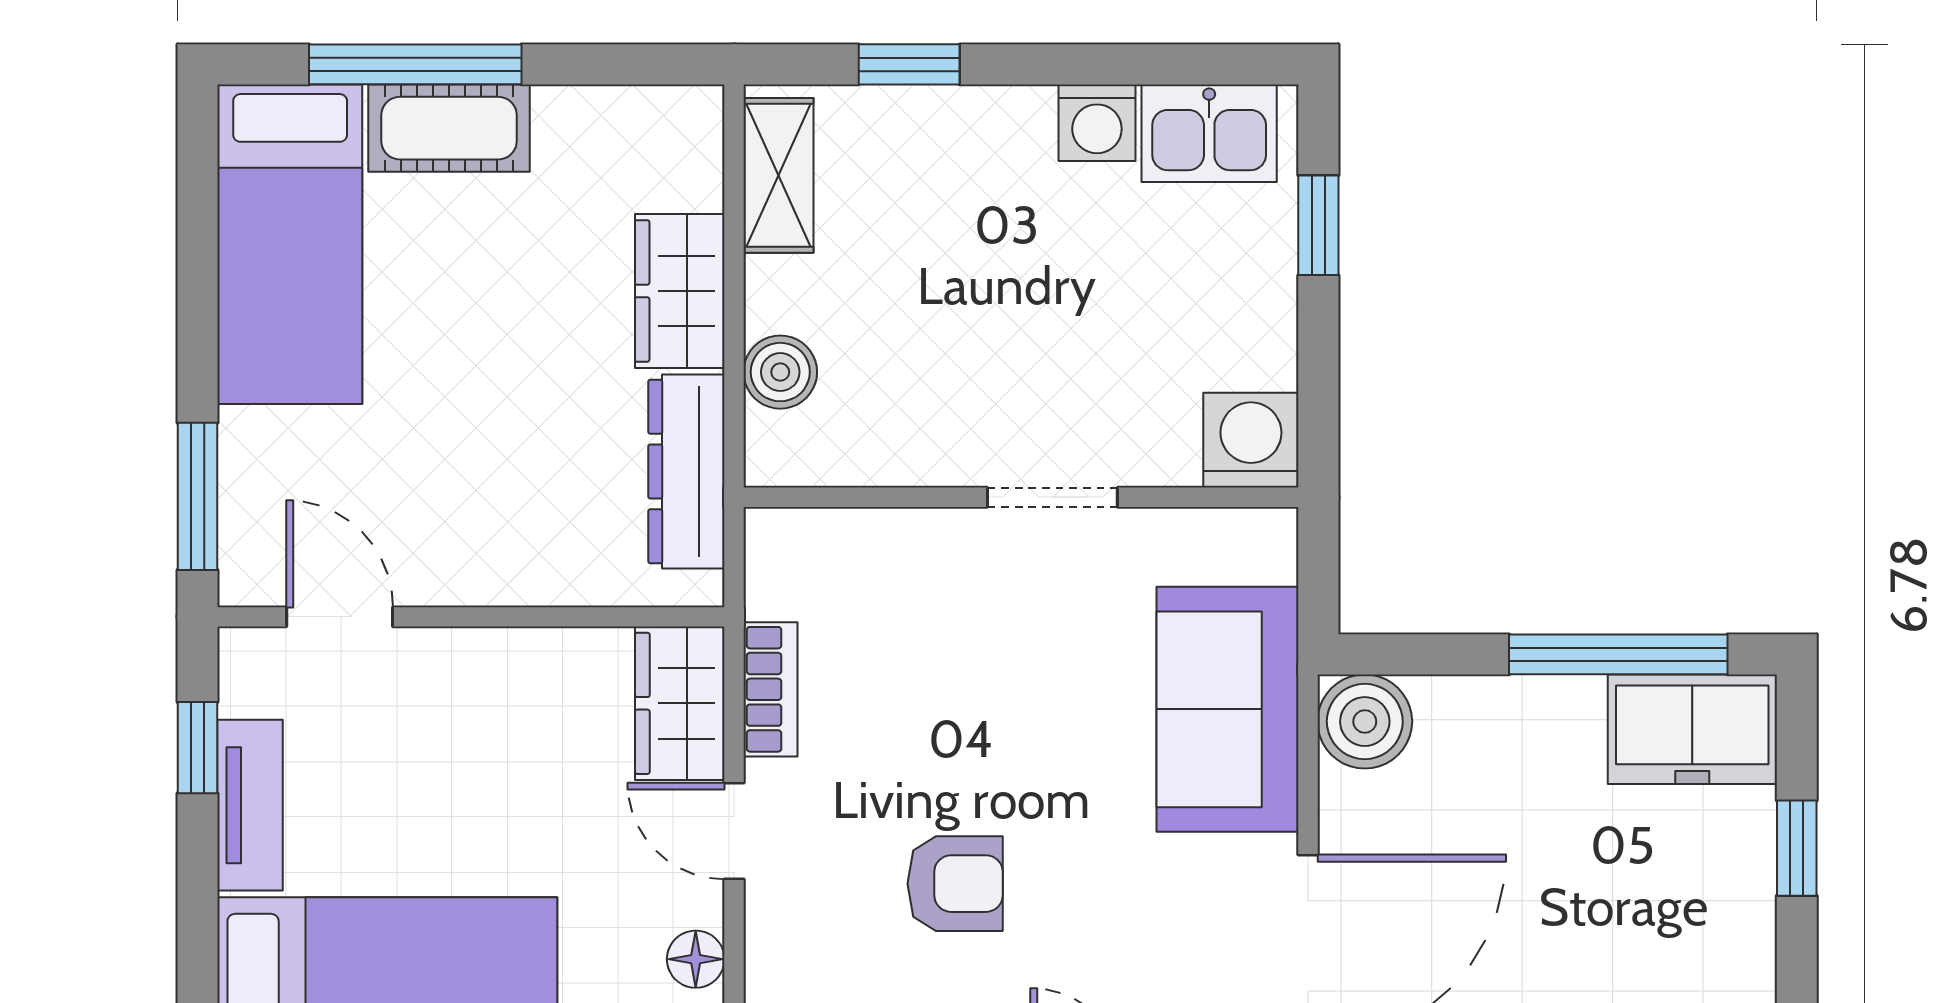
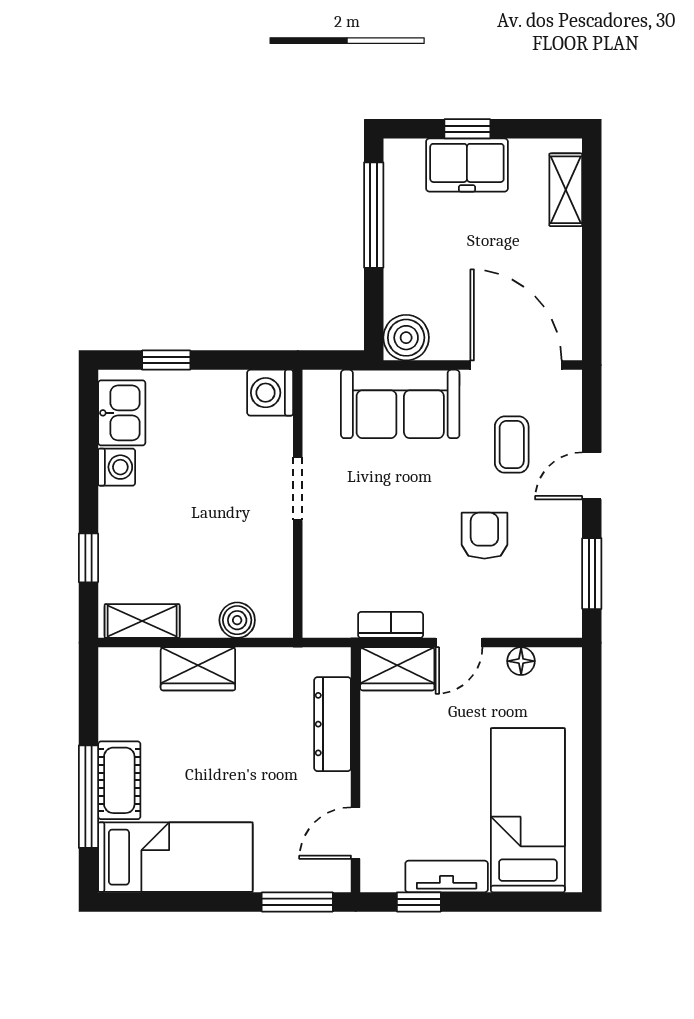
dresser: (686, 471) -> (333, 724), moved, turned 90
freezer: (1692, 729) -> (467, 165), moved, turned 90
coffee table: (1144, 940) -> (512, 445), added

